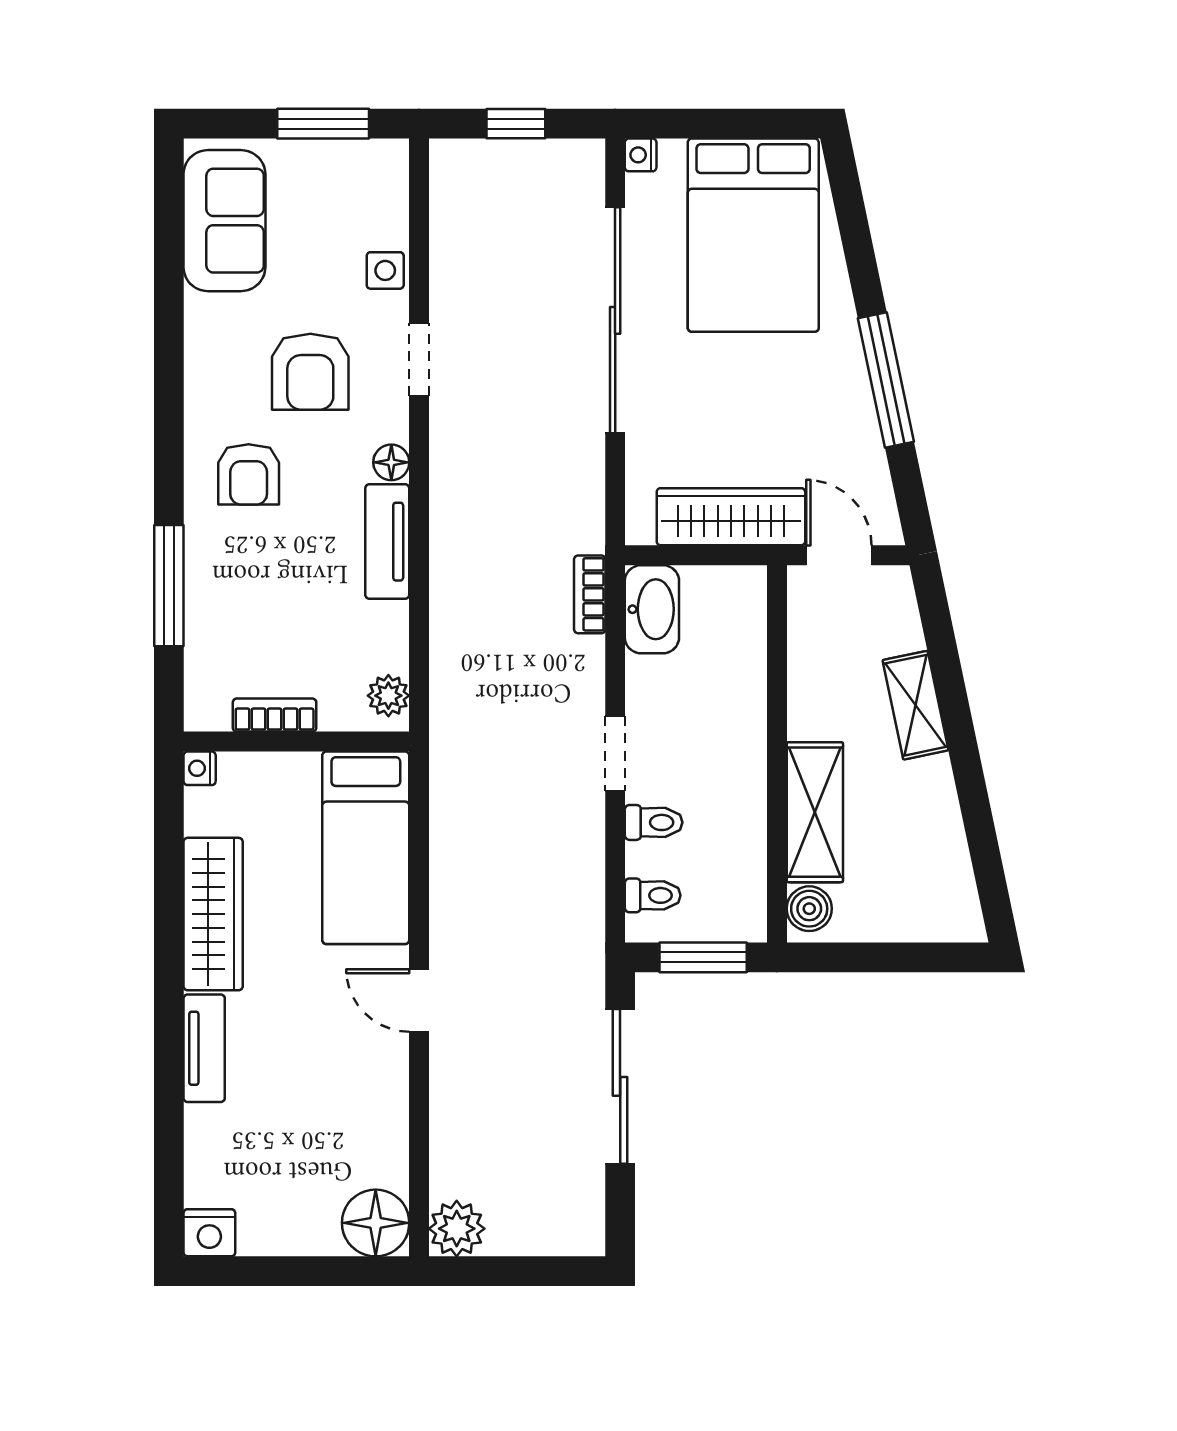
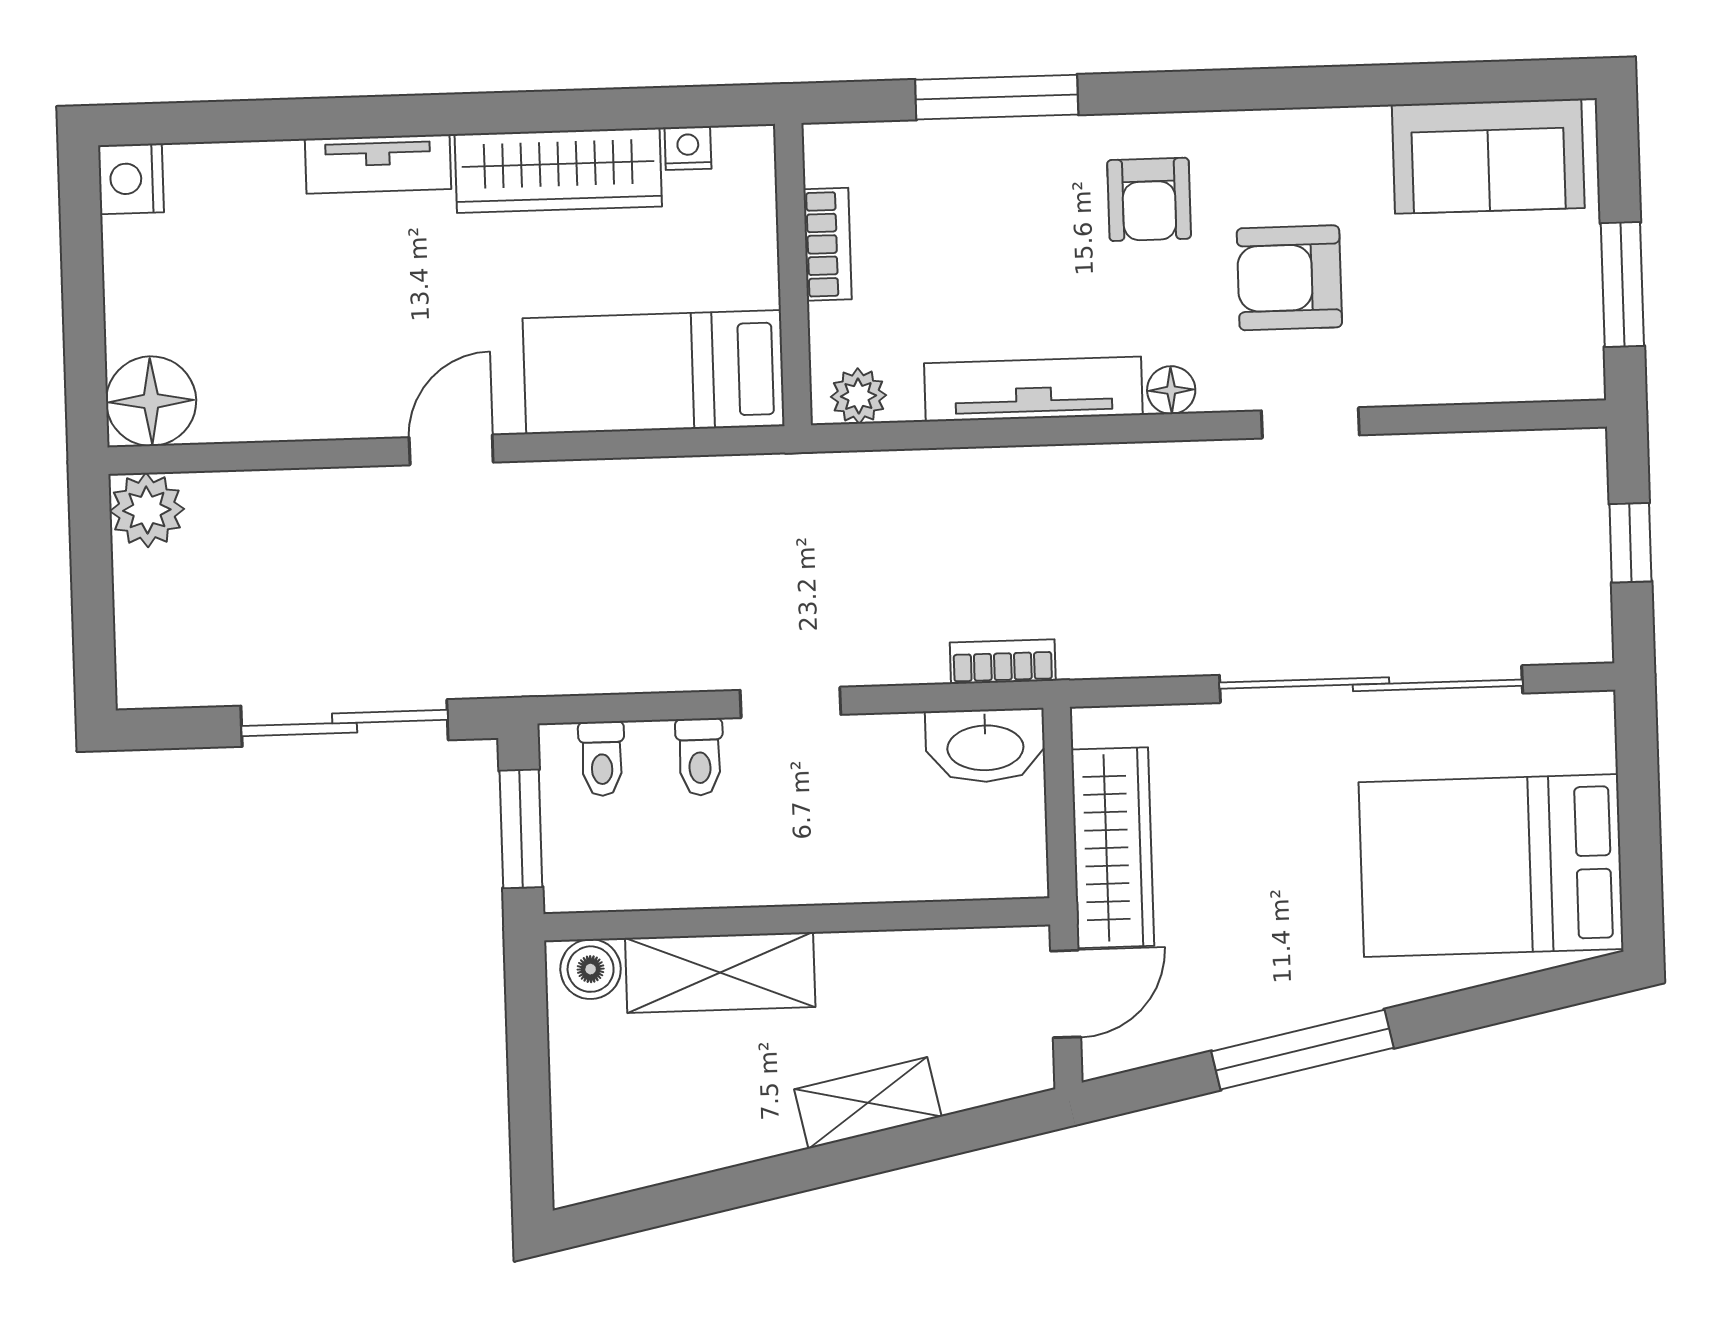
nightstand: (641, 155) -> (1594, 711), removed
side table: (385, 270) -> (1428, 374), removed
armchair: (249, 474) -> (1149, 199), turned -90
tv unit: (387, 542) -> (1033, 389), width x1.41
nightstand: (200, 768) -> (688, 148), moved

